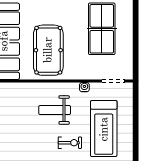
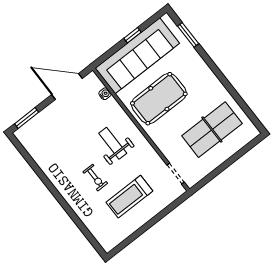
water cooler: (84, 87) -> (105, 94), moved
treadmill: (104, 129) -> (129, 197), width x0.73, depth x0.73

